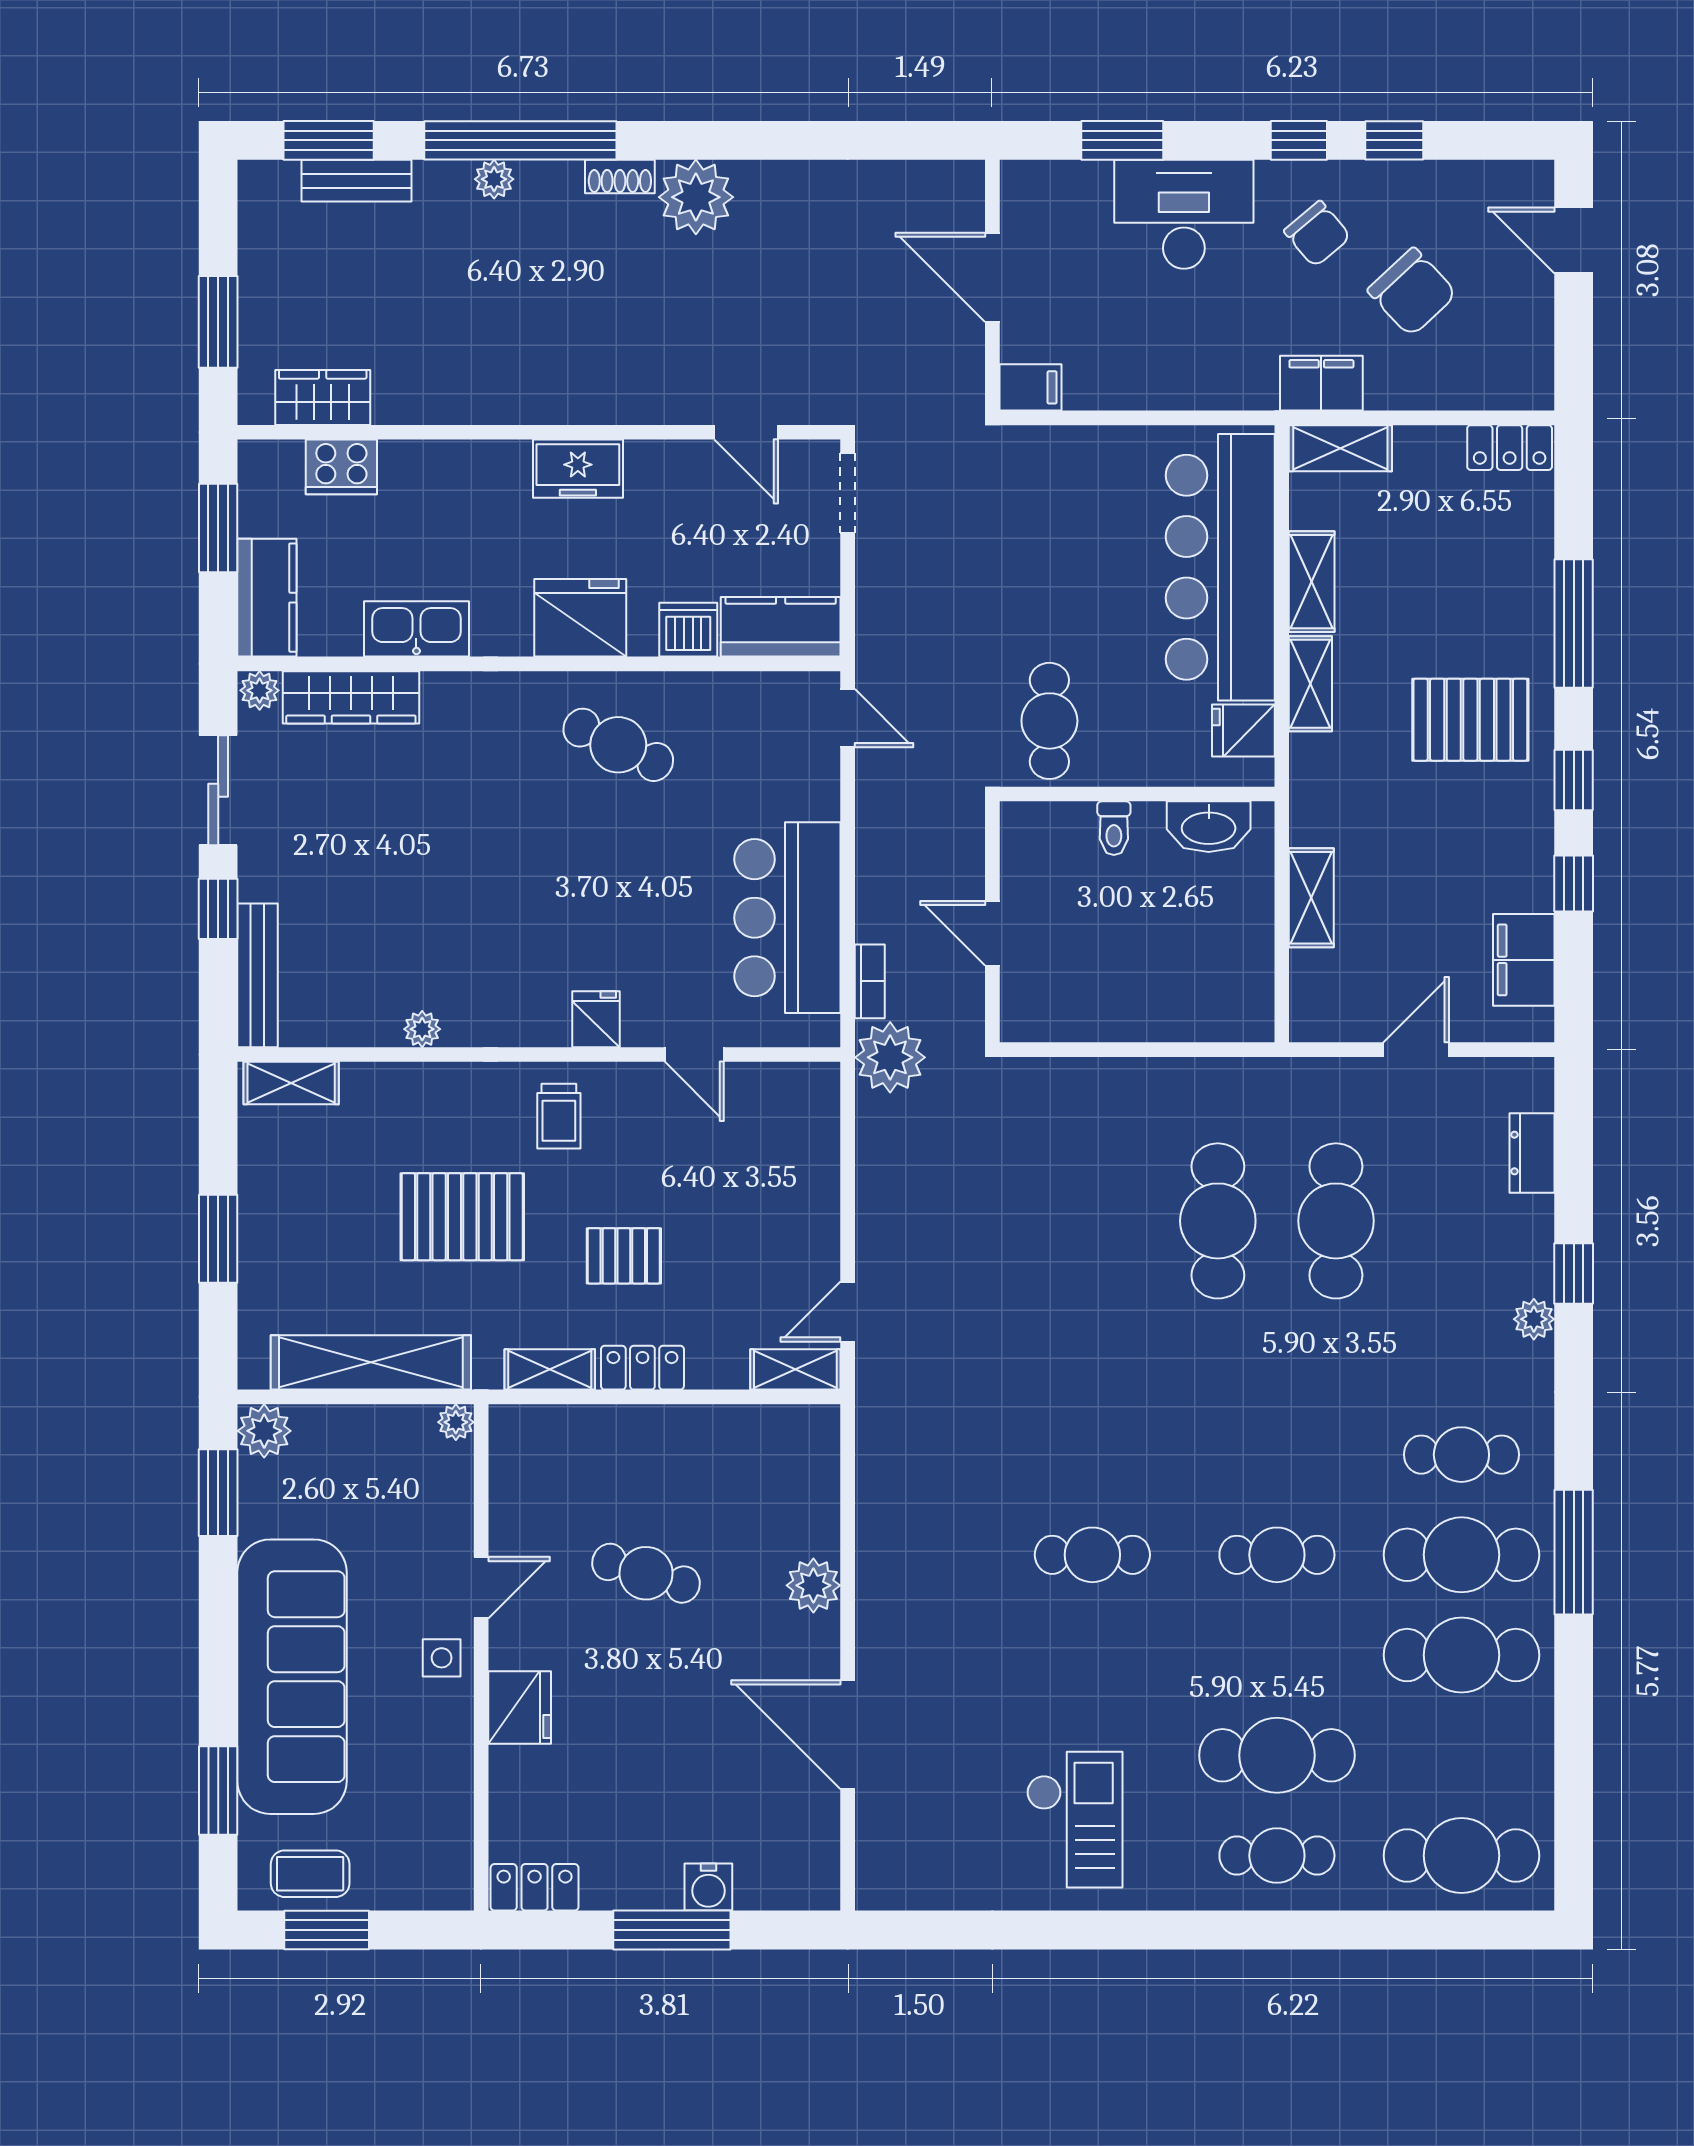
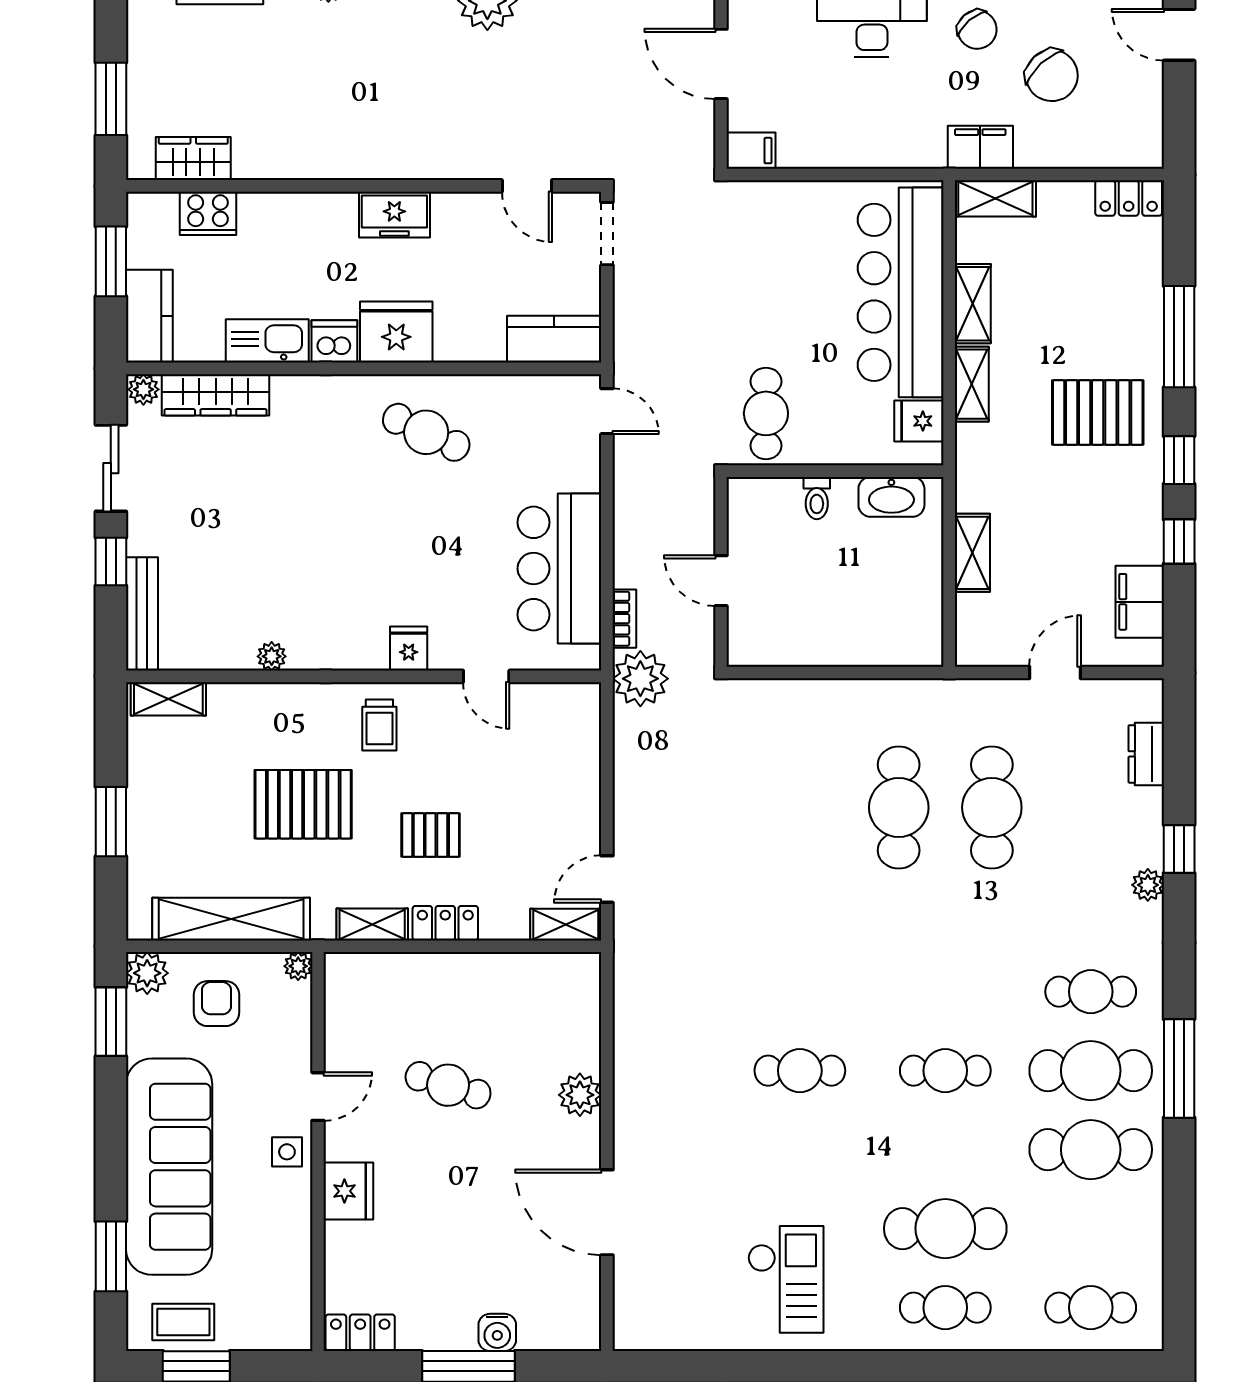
dishwasher: (688, 630) -> (334, 341), moved
armchair: (352, 1470) -> (216, 1004), added
cafe table: (1461, 1856) -> (1091, 1308), width x0.73, depth x0.74

